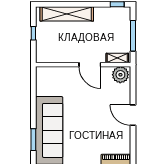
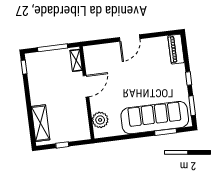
shelving: (67, 14) -> (41, 123), width x0.68
plant: (120, 75) -> (100, 120), moved

